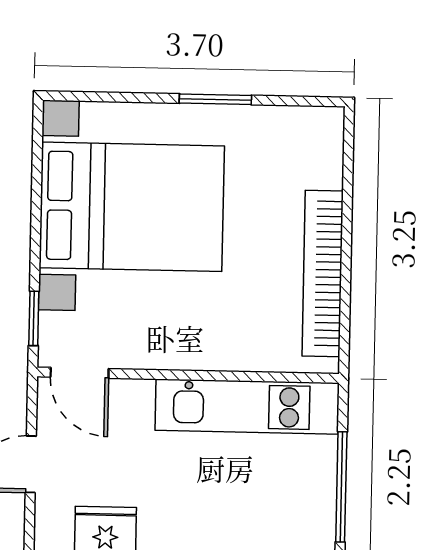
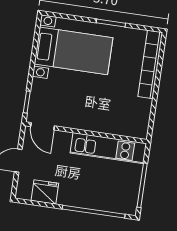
bed with nightstands: (132, 207) -> (73, 51), width x0.73
bookcase: (323, 273) -> (150, 64), moved

